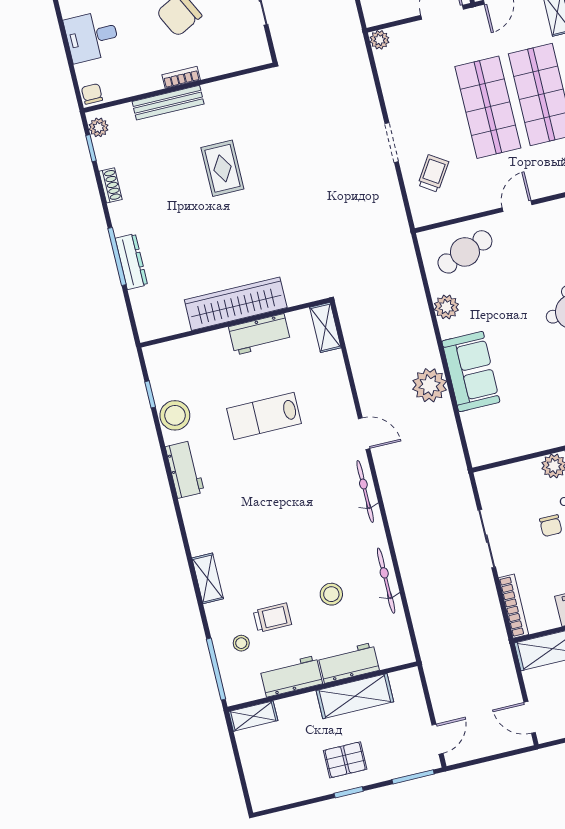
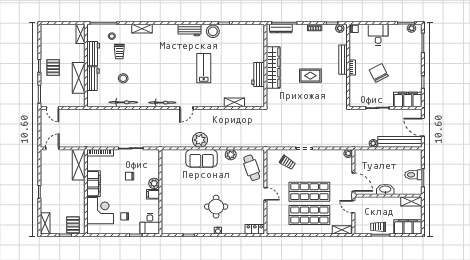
wardrobe: (236, 304) -> (273, 68), moved
wall: (235, 323) -> (265, 65), moved
workbench: (260, 334) -> (258, 74), moved

